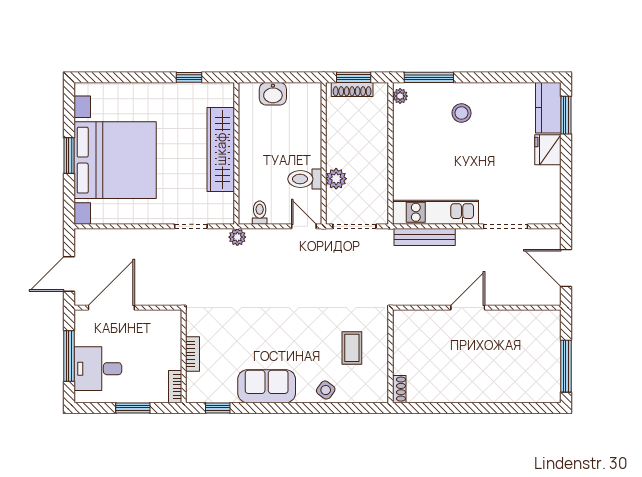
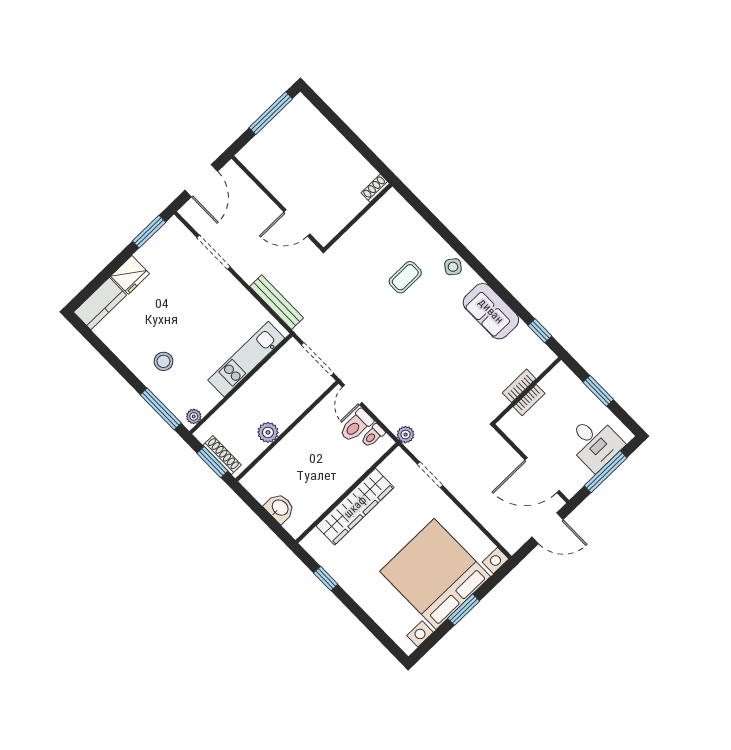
window: (566, 115) -> (149, 232), moved
toilet: (305, 179) -> (356, 426), moved, turned 90
plant: (336, 179) -> (268, 432), moved
kitchen unit: (436, 212) -> (246, 359), moved, turned 90
wall: (390, 356) -> (358, 217), moved
bookcase: (175, 387) -> (529, 400), moved
shoe rack: (399, 389) -> (375, 188), moved

